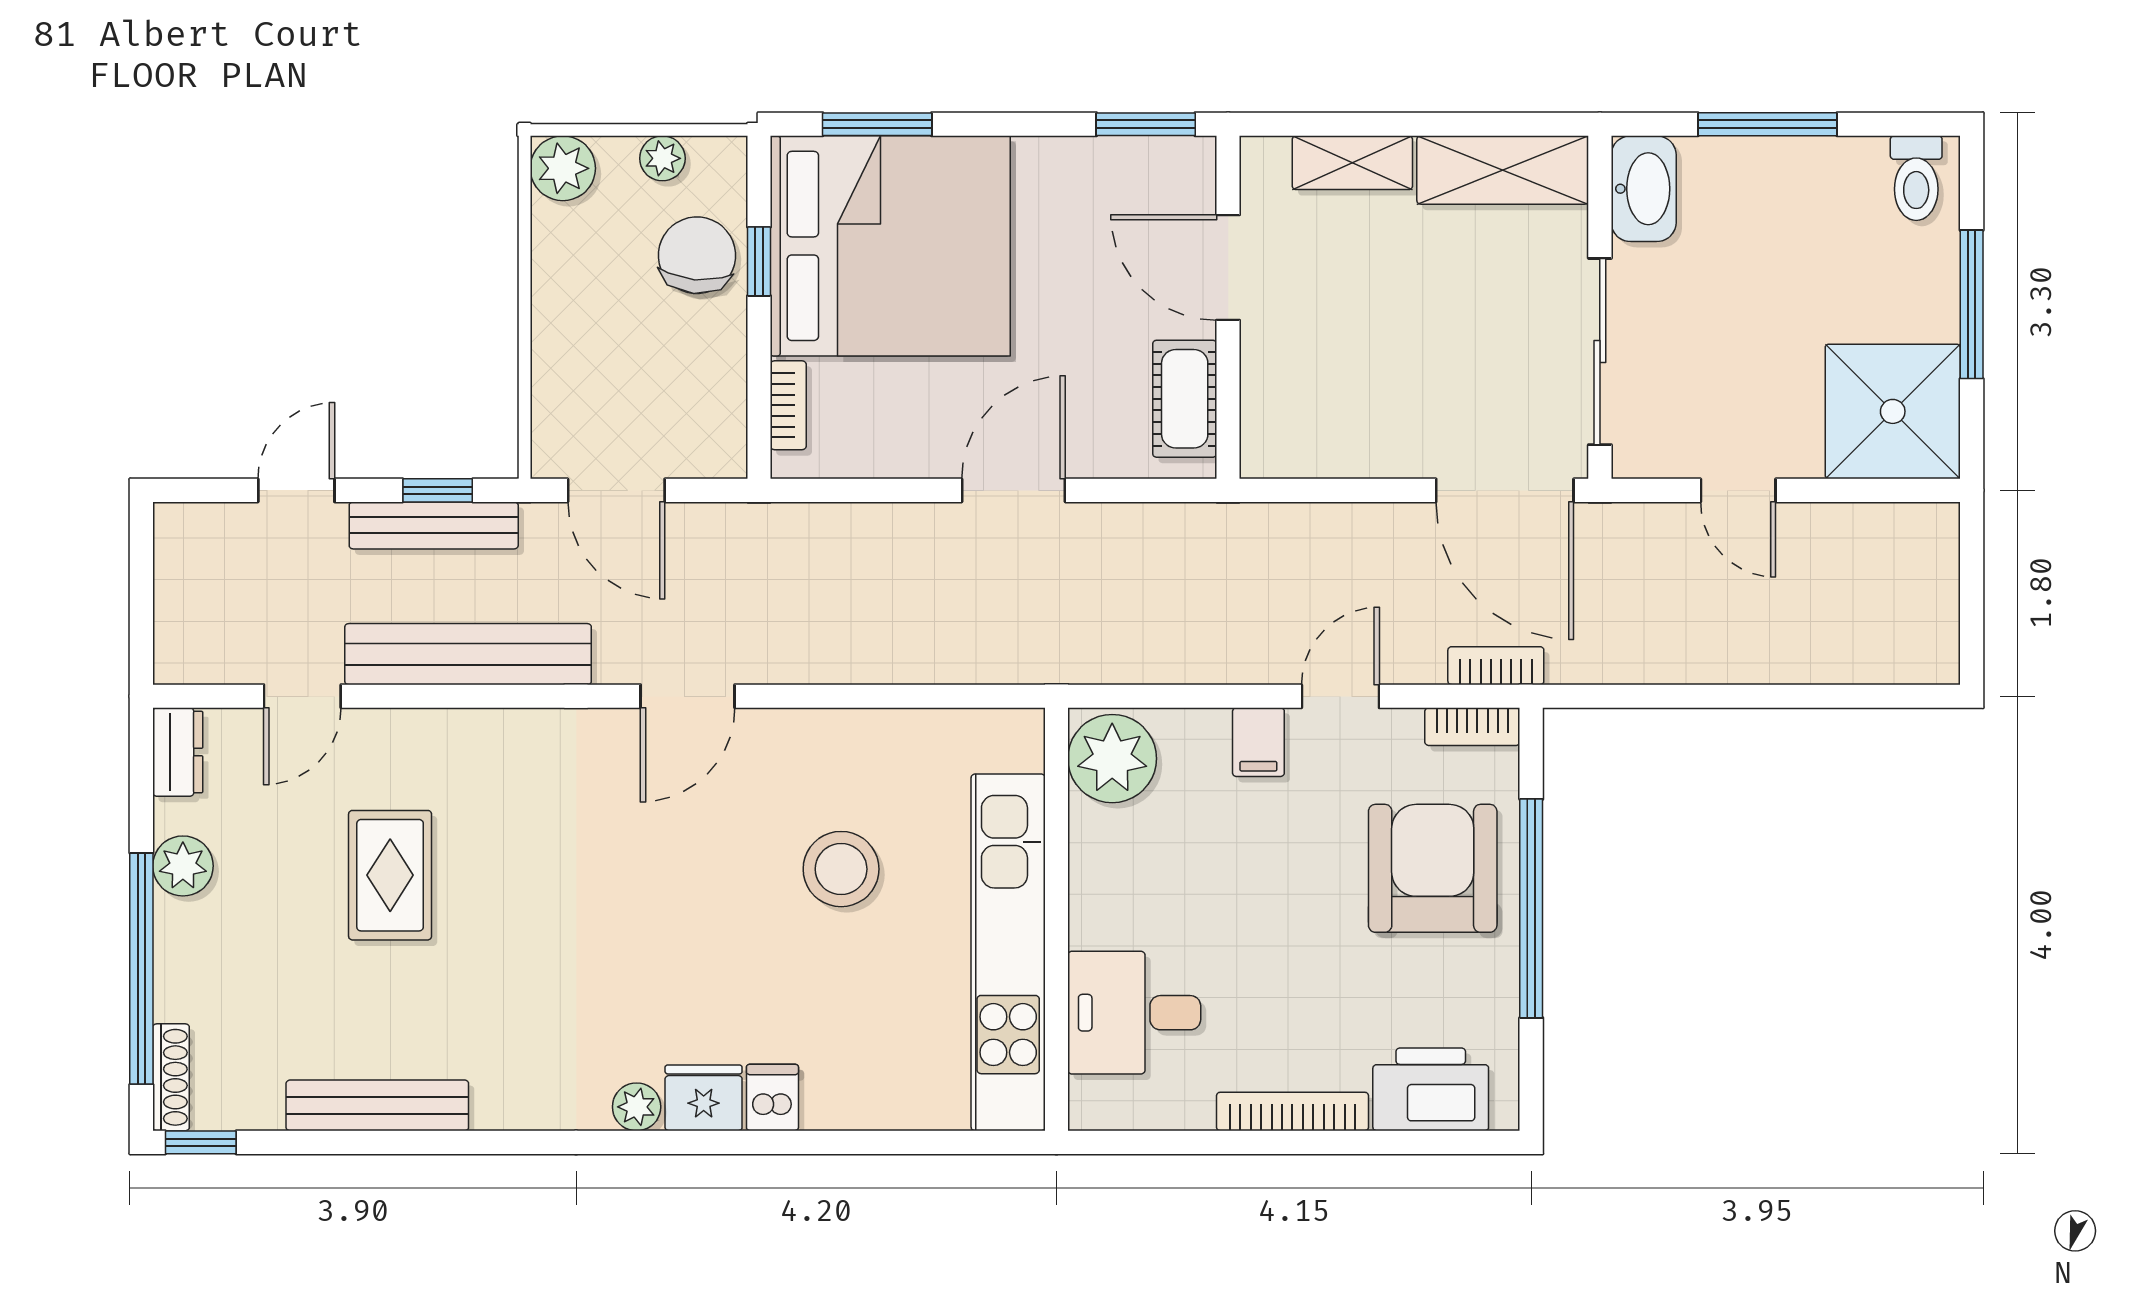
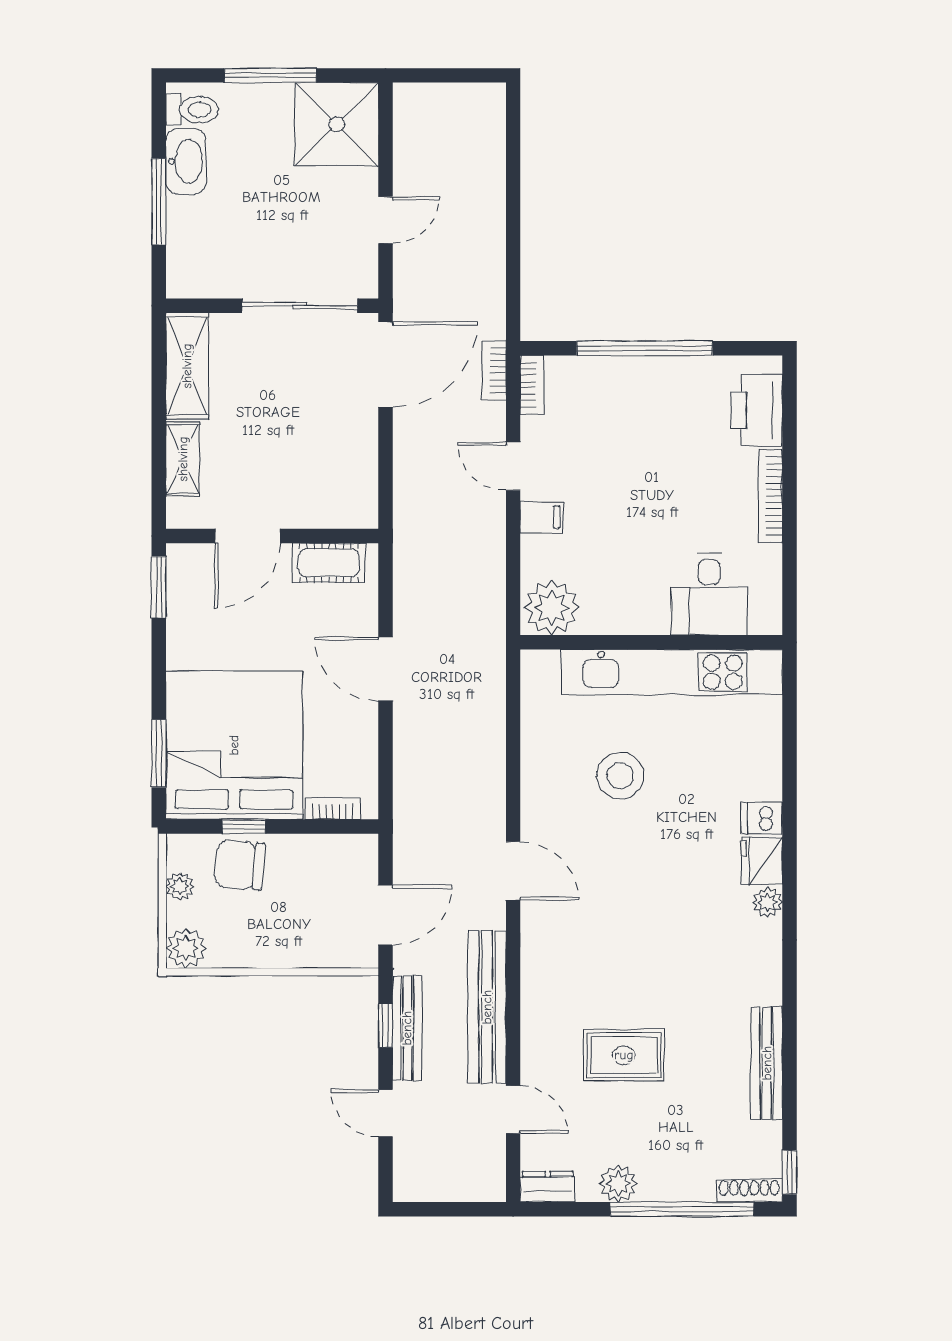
washbasin: (1644, 189) -> (186, 161), moved, turned 90
armchair: (1433, 868) -> (620, 409), removed

